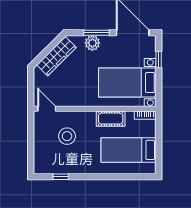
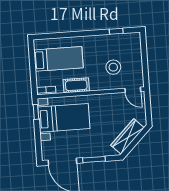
plant: (92, 43) -> (97, 150), removed
window: (159, 59) -> (36, 112), moved

